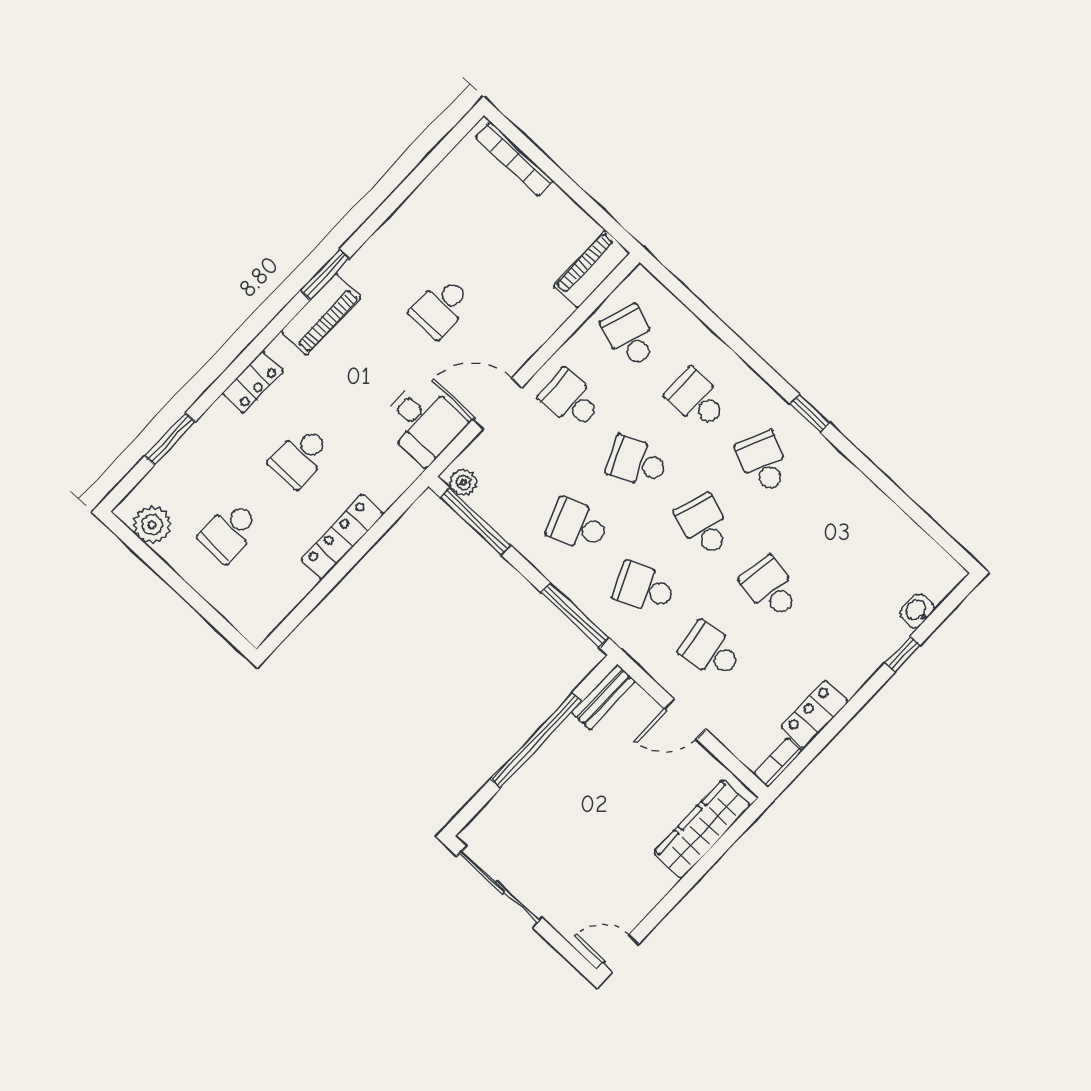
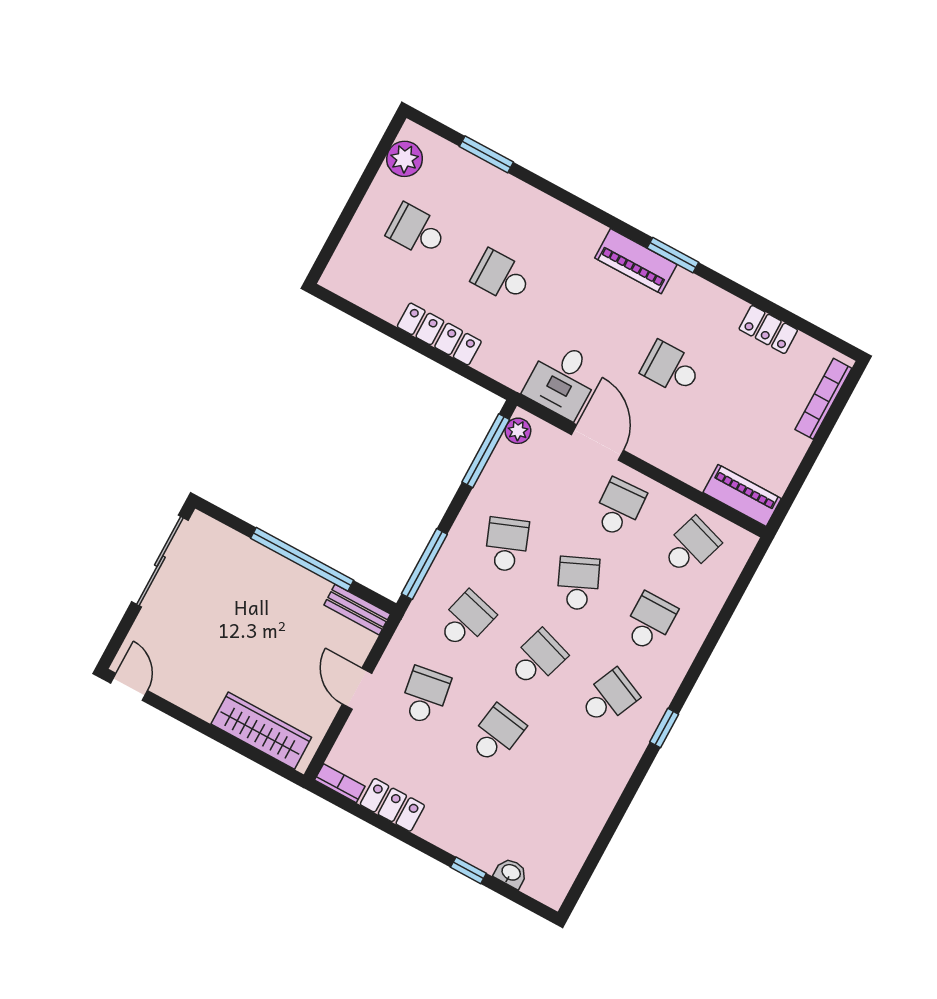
locker: (253, 382) -> (768, 330), moved
school desk: (644, 588) -> (466, 620), turned 39

